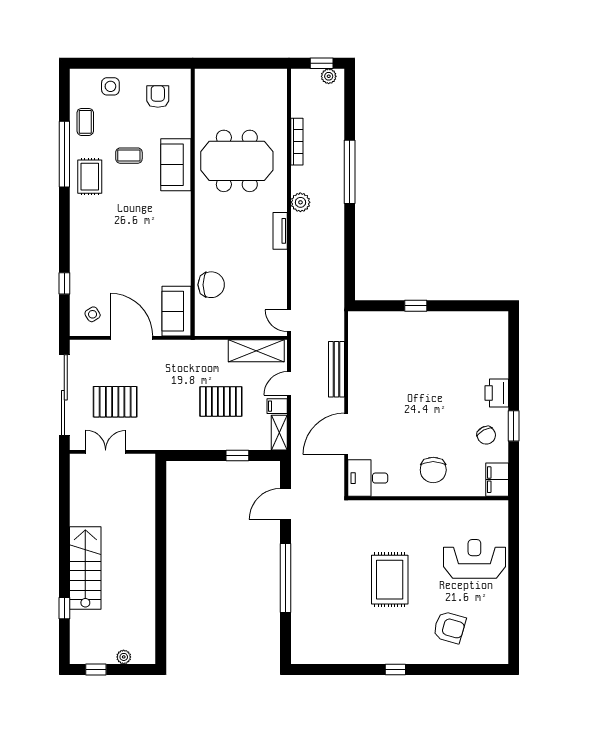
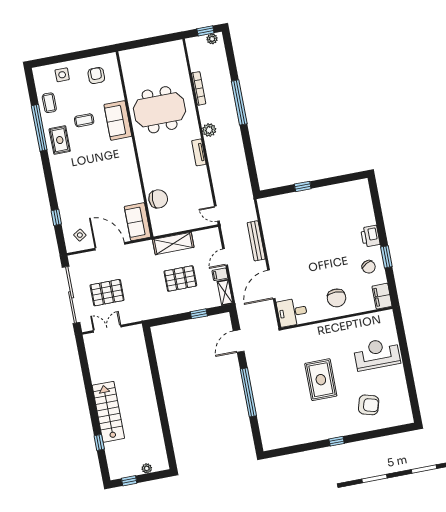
shelving: (256, 351) -> (173, 243), moved

